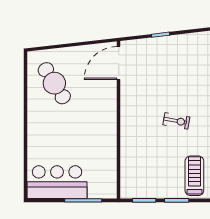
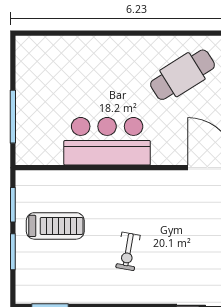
treadmill: (194, 176) -> (55, 226), moved
bar counter: (57, 182) -> (107, 141), moved, turned -90

